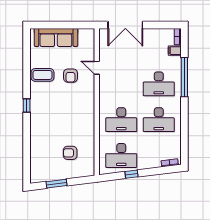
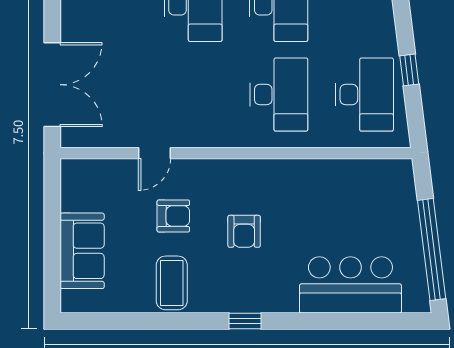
sofa: (56, 37) -> (82, 251), width x0.73
bar counter: (42, 150) -> (350, 285), added
armchair: (70, 153) -> (244, 231), moved
window: (56, 184) -> (432, 249), width x2.11

